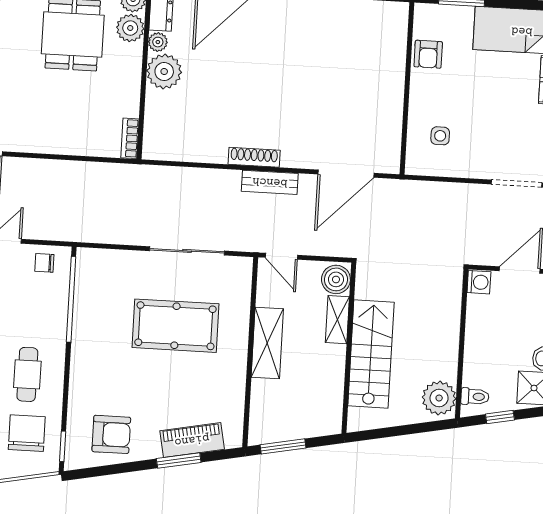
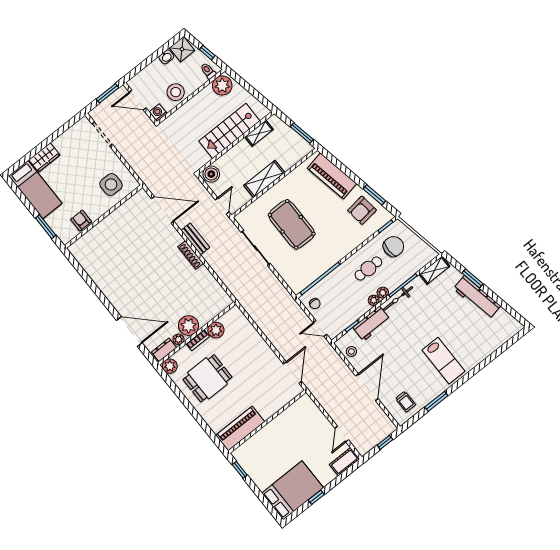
plant: (130, 28) -> (216, 330), moved
armchair: (428, 54) -> (81, 221), turned -90
side table: (440, 136) -> (111, 184), width x1.87, depth x1.87
bookcase: (130, 138) -> (198, 340), moved
shelving: (337, 320) -> (259, 133), moved
stool: (485, 329) -> (176, 92), added
chair: (27, 433) -> (394, 246), turned 180
armchair: (111, 434) -> (362, 210), turned -97
piano: (192, 440) -> (332, 176), width x1.37, depth x1.33
window: (179, 460) -> (374, 195), moved

